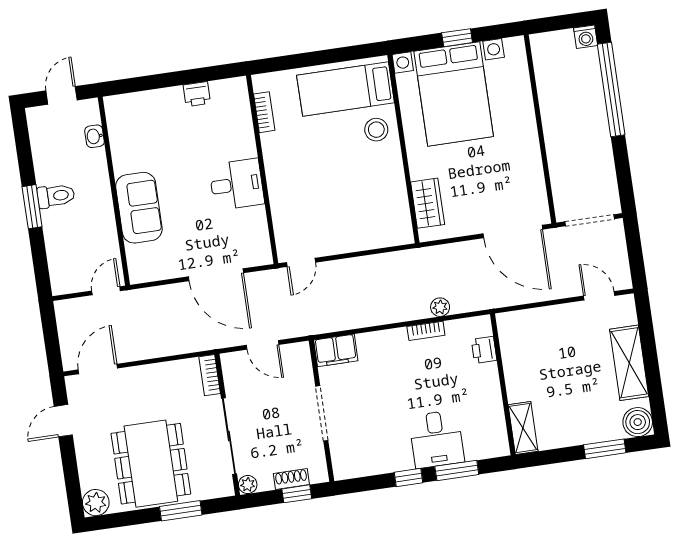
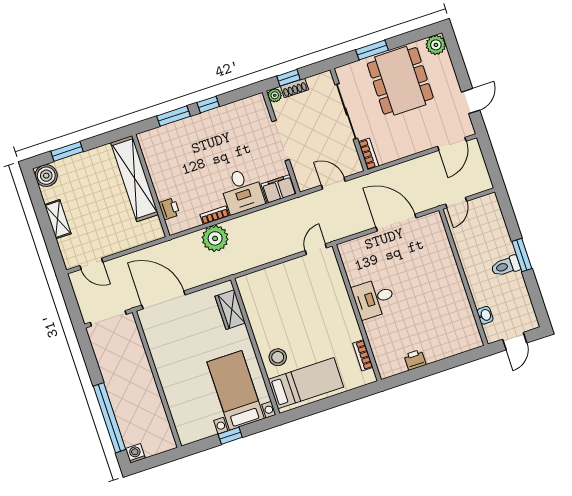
bed with nightstands: (454, 94) -> (236, 390), width x0.73
sofa: (139, 208) -> (443, 268), removed
door: (216, 275) -> (396, 223), moved
plant: (440, 307) -> (215, 238), width x1.87, depth x1.87
shelving: (629, 363) -> (58, 219), width x0.67, depth x0.75
shelving: (523, 428) -> (135, 179), width x2.20, depth x1.33
desk: (437, 439) -> (242, 191), moved, turned 180
plant: (248, 485) -> (275, 95), moved

